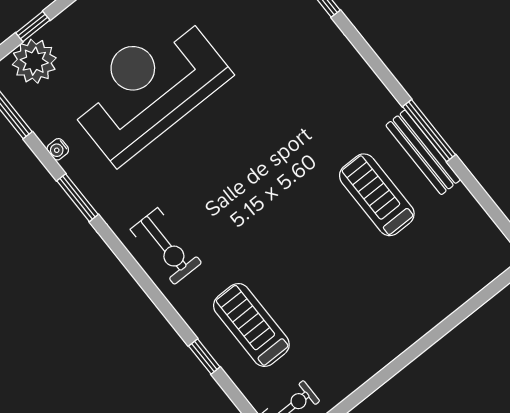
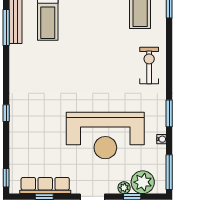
plant: (56, 30) -> (124, 188), added

